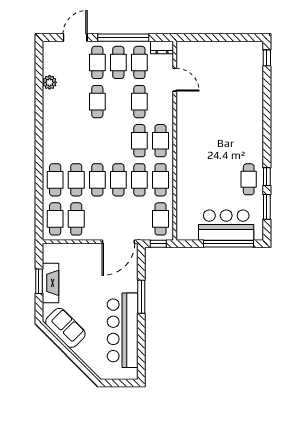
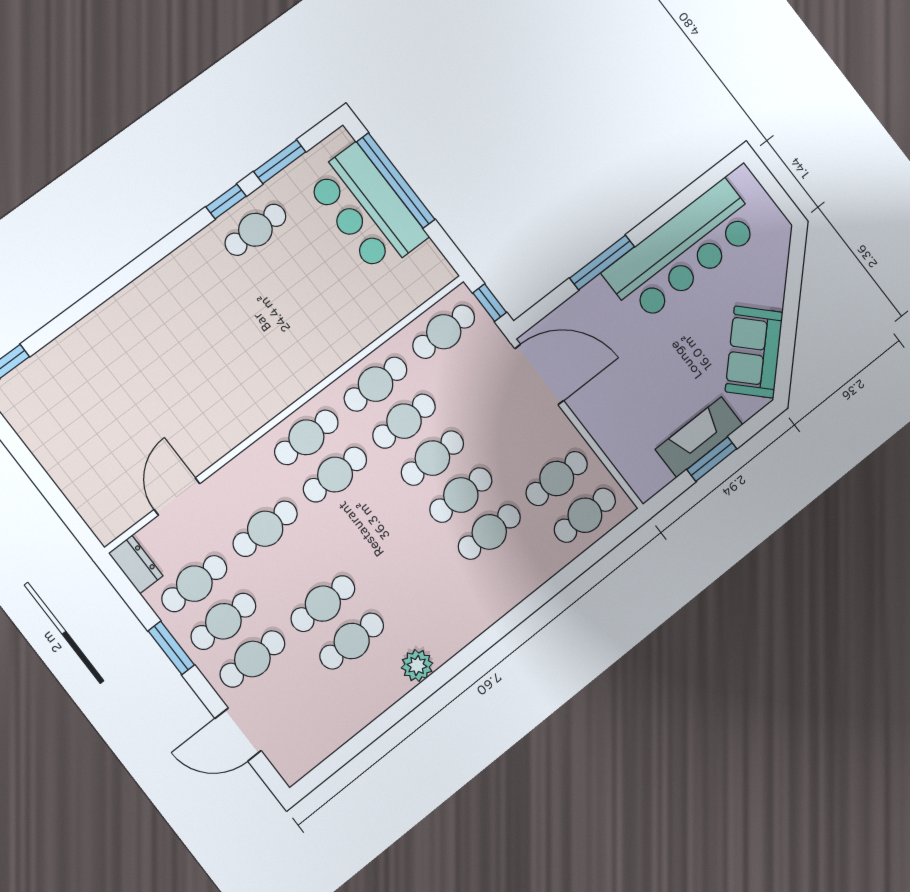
window: (123, 38) -> (171, 648), width x0.47
plant: (50, 82) -> (417, 665), moved
cafe table: (55, 180) -> (352, 641), moved

